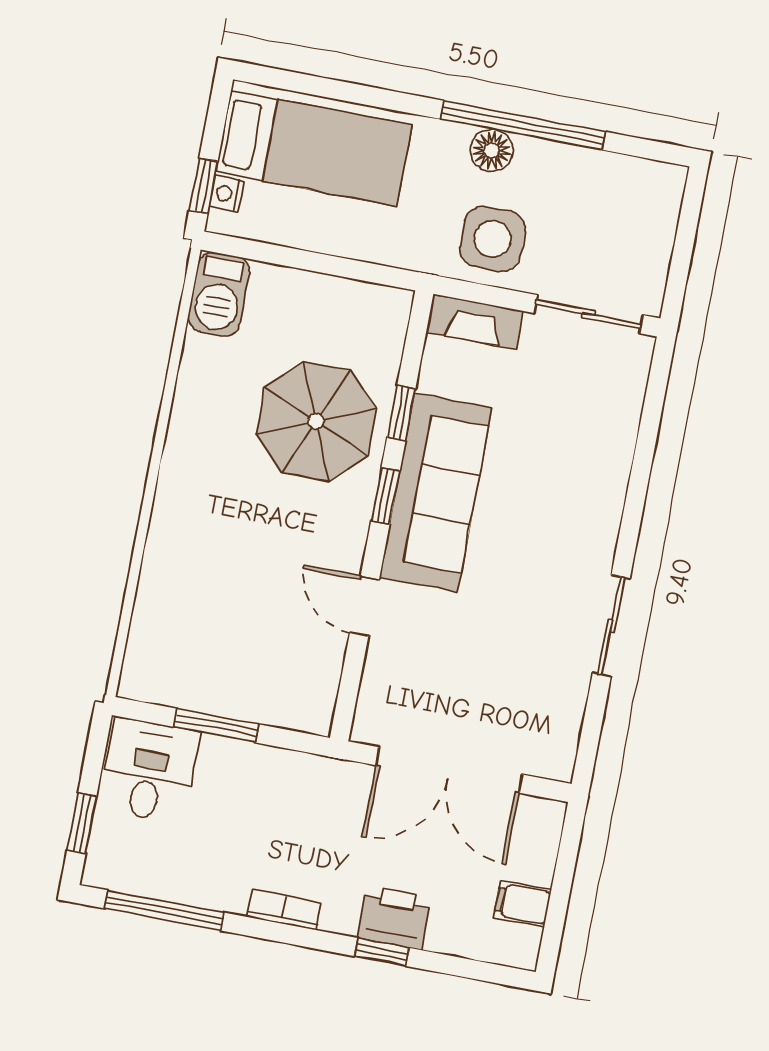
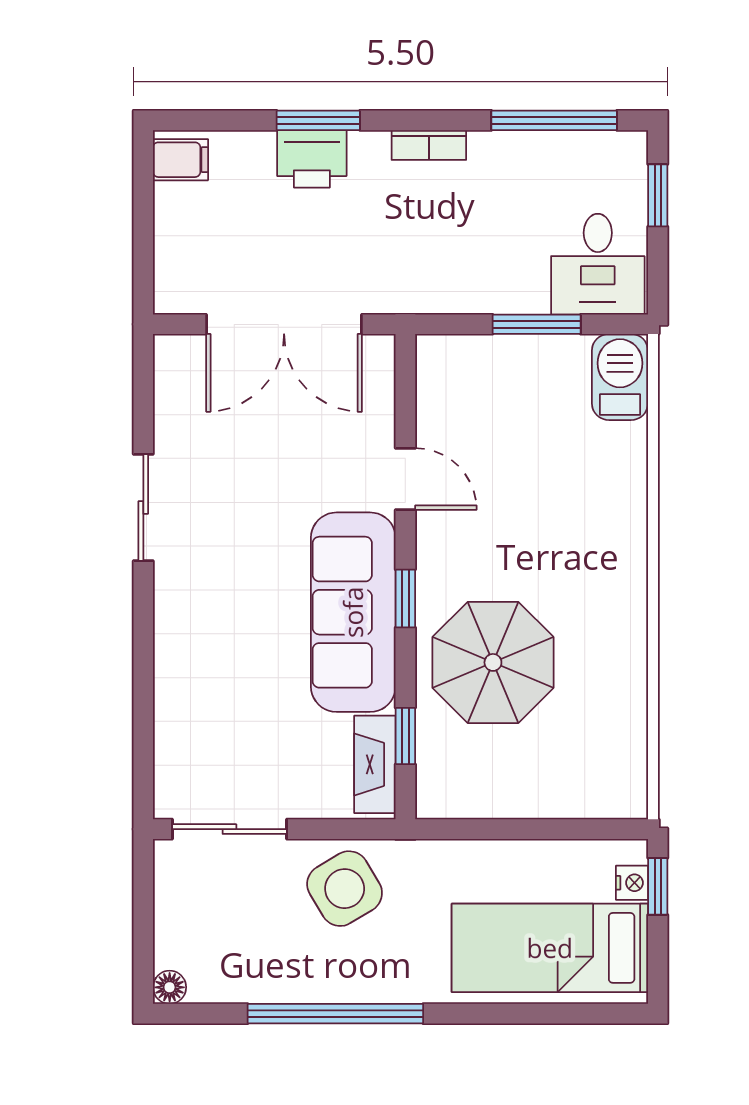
floor lamp: (492, 150) -> (170, 987), moved, width x0.73, depth x0.73
side table: (493, 239) -> (345, 889), turned -31
barbecue: (219, 294) -> (620, 377), moved
fireplace: (475, 322) -> (375, 764), moved, turned -90
window: (401, 413) -> (405, 736), moved
double door: (449, 770) -> (284, 324), swing flipped
filing cabinet: (523, 904) -> (180, 160), moved
window: (382, 952) -> (318, 120), width x1.50

